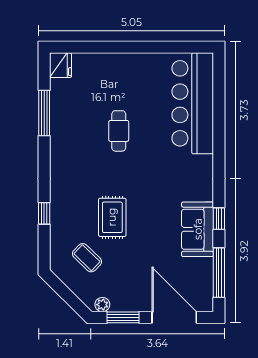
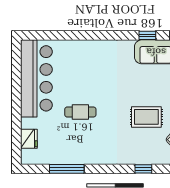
fridge: (61, 65) -> (29, 139), moved, turned 90
bar counter: (193, 103) -> (36, 78), moved, turned -90

